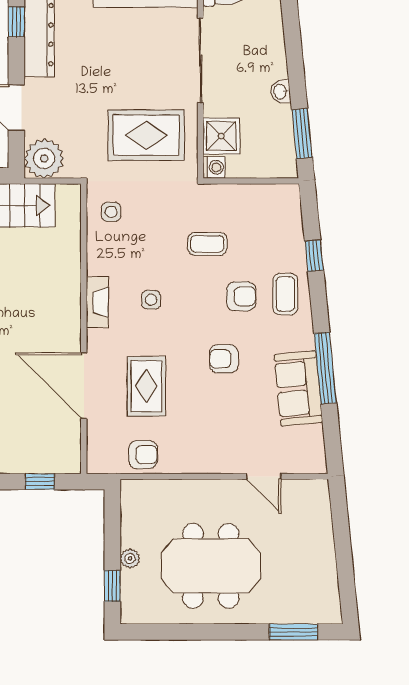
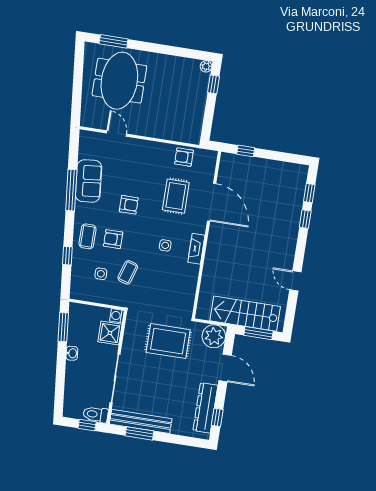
rug: (146, 135) -> (168, 341), moved
side table: (111, 212) -> (101, 274), moved
coffee table: (207, 244) -> (128, 272), turned -73
plant: (130, 558) -> (206, 66), moved
meeting table: (211, 566) -> (119, 81), moved, turned 90

